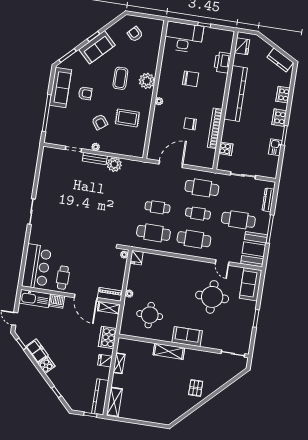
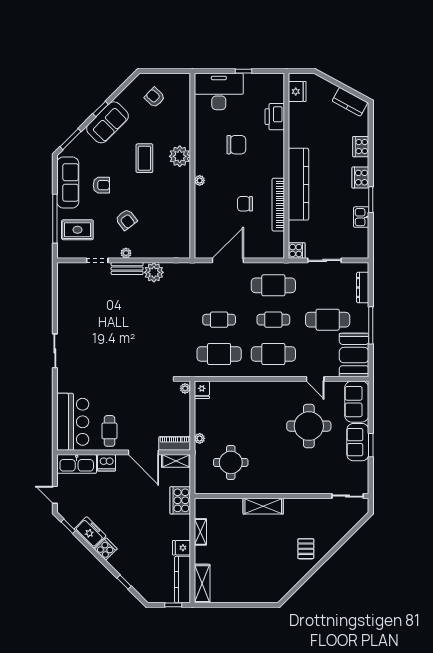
kitchen counter: (236, 93) -> (298, 184), moved
rug: (127, 118) -> (77, 230), moved
cooker: (226, 149) -> (297, 251), moved
sofa: (187, 337) -> (358, 442), moved, turned -90
fridge: (105, 361) -> (181, 548), moved

